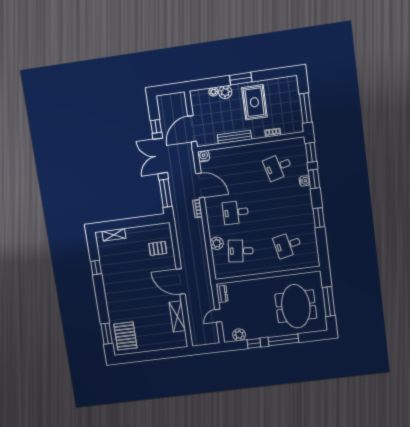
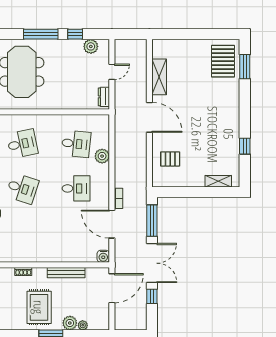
desk: (278, 167) -> (22, 188), moved, turned 33

